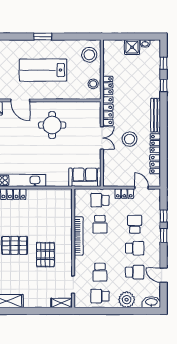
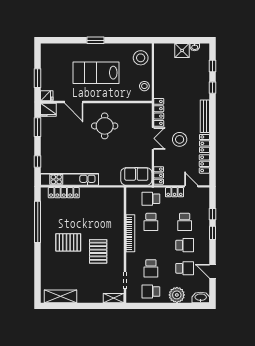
locker: (108, 85) -> (159, 175), moved
school desk: (135, 224) -> (185, 222), turned 180

